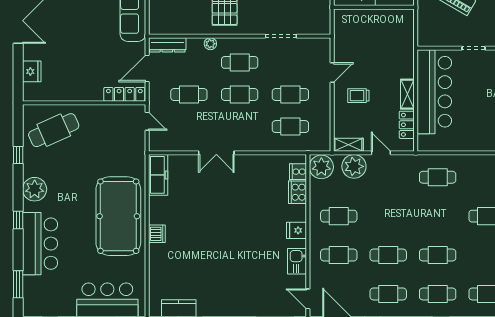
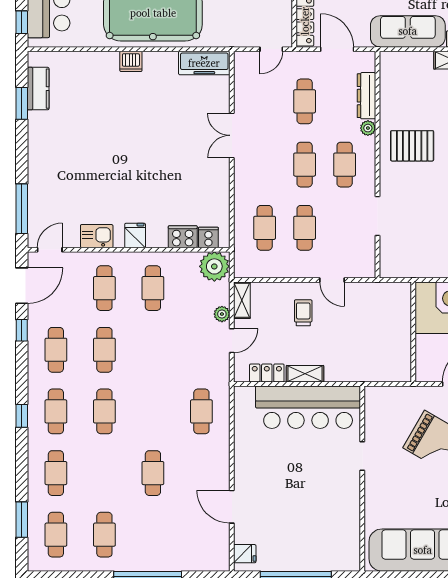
dresser: (167, 45) -> (366, 96), moved
plant: (354, 166) -> (222, 314), width x0.53, depth x0.53

